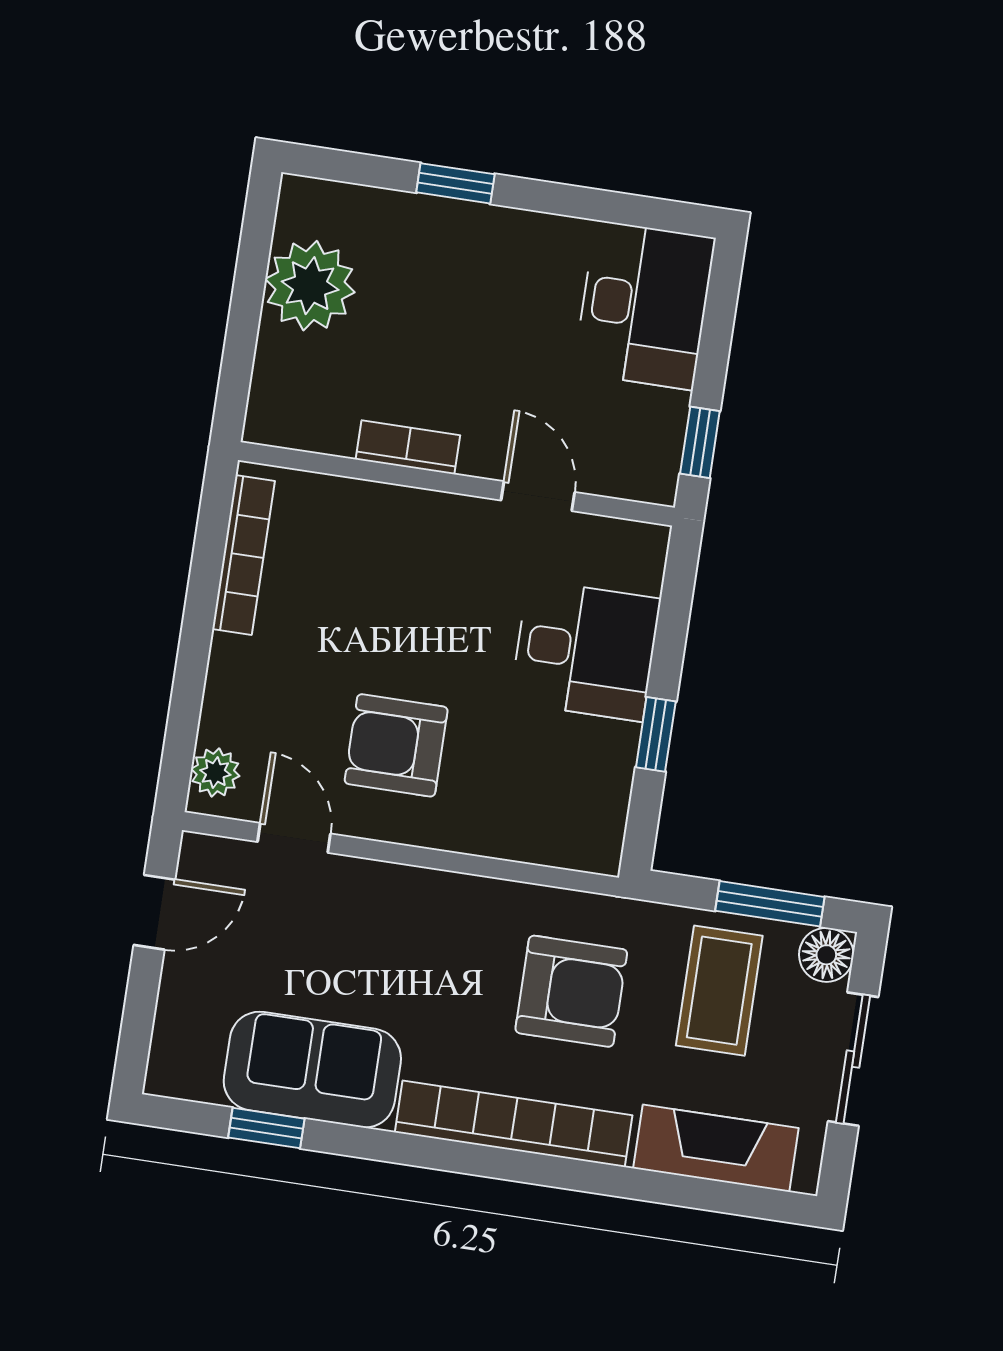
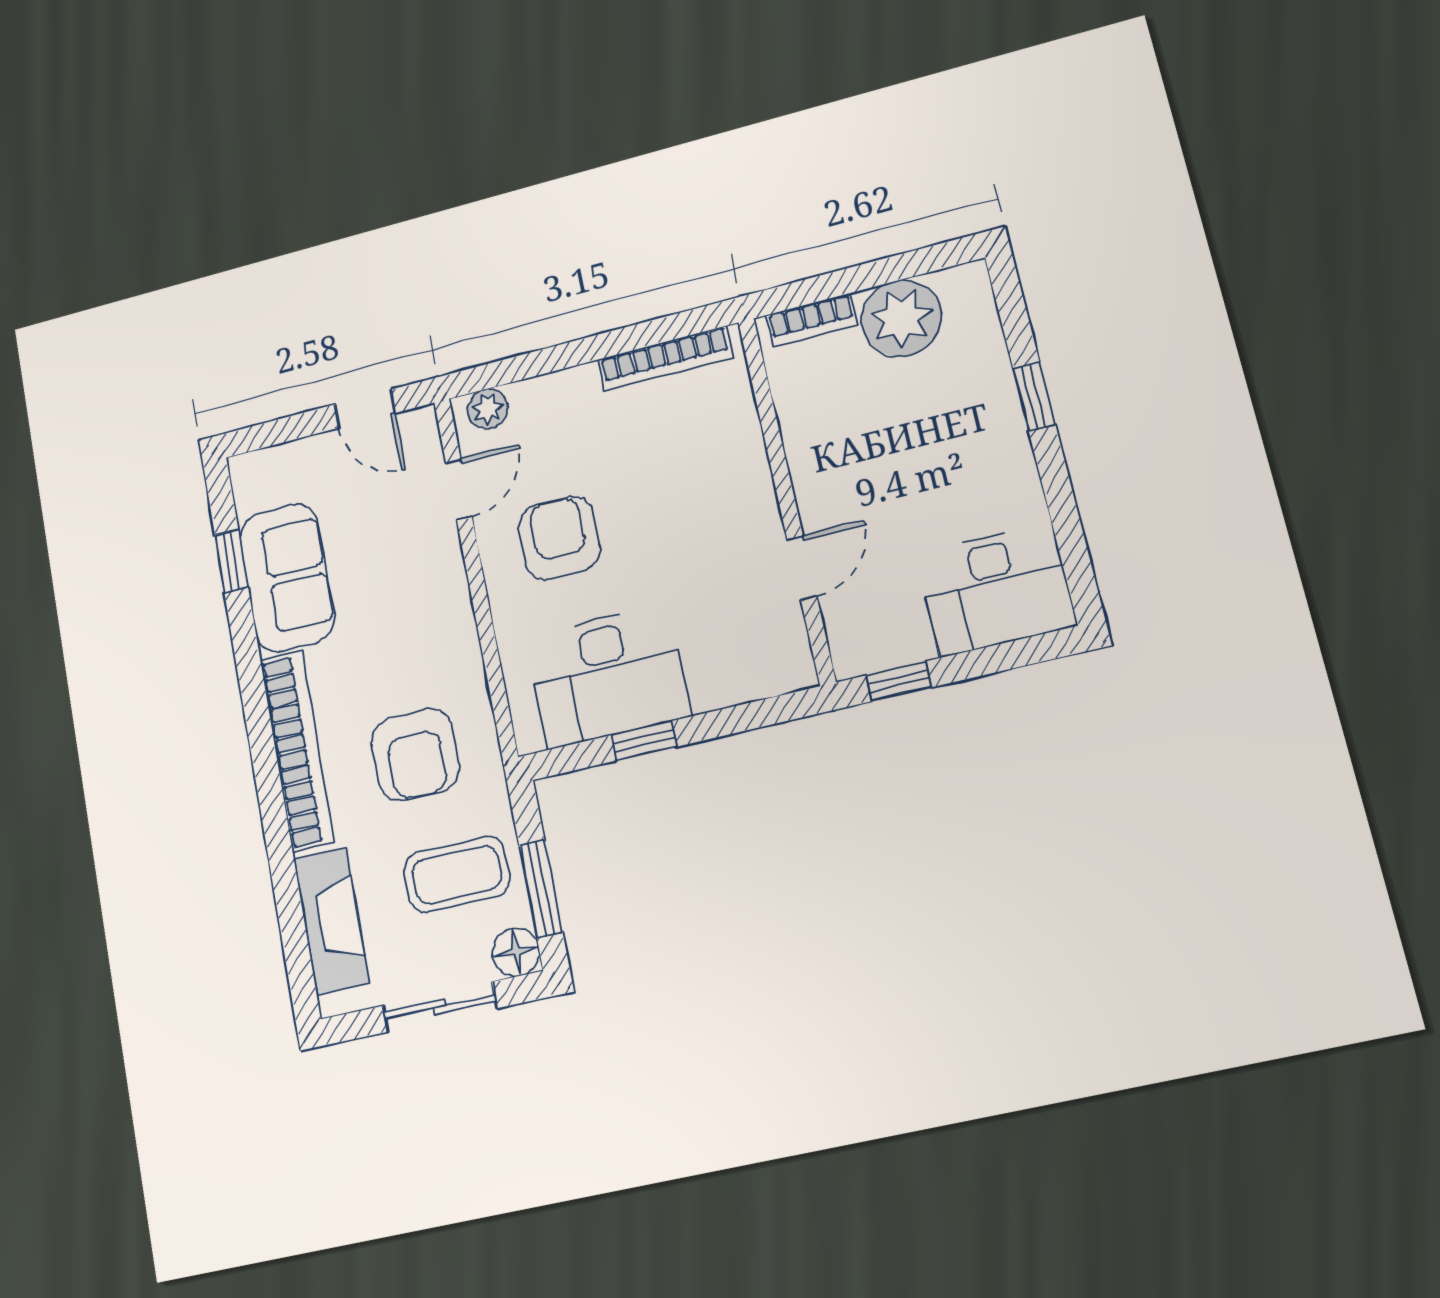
bookcase: (408, 447) -> (812, 320), moved, turned 90
desk: (585, 650) -> (608, 676), moved, width x1.37

